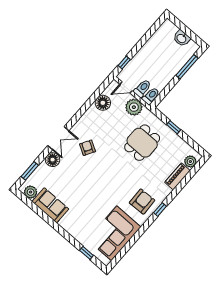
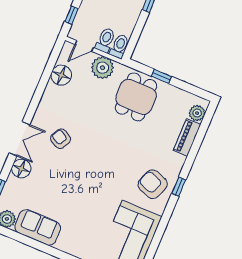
dining table: (142, 143) -> (136, 97), moved
armchair: (142, 202) -> (153, 184), turned -68

